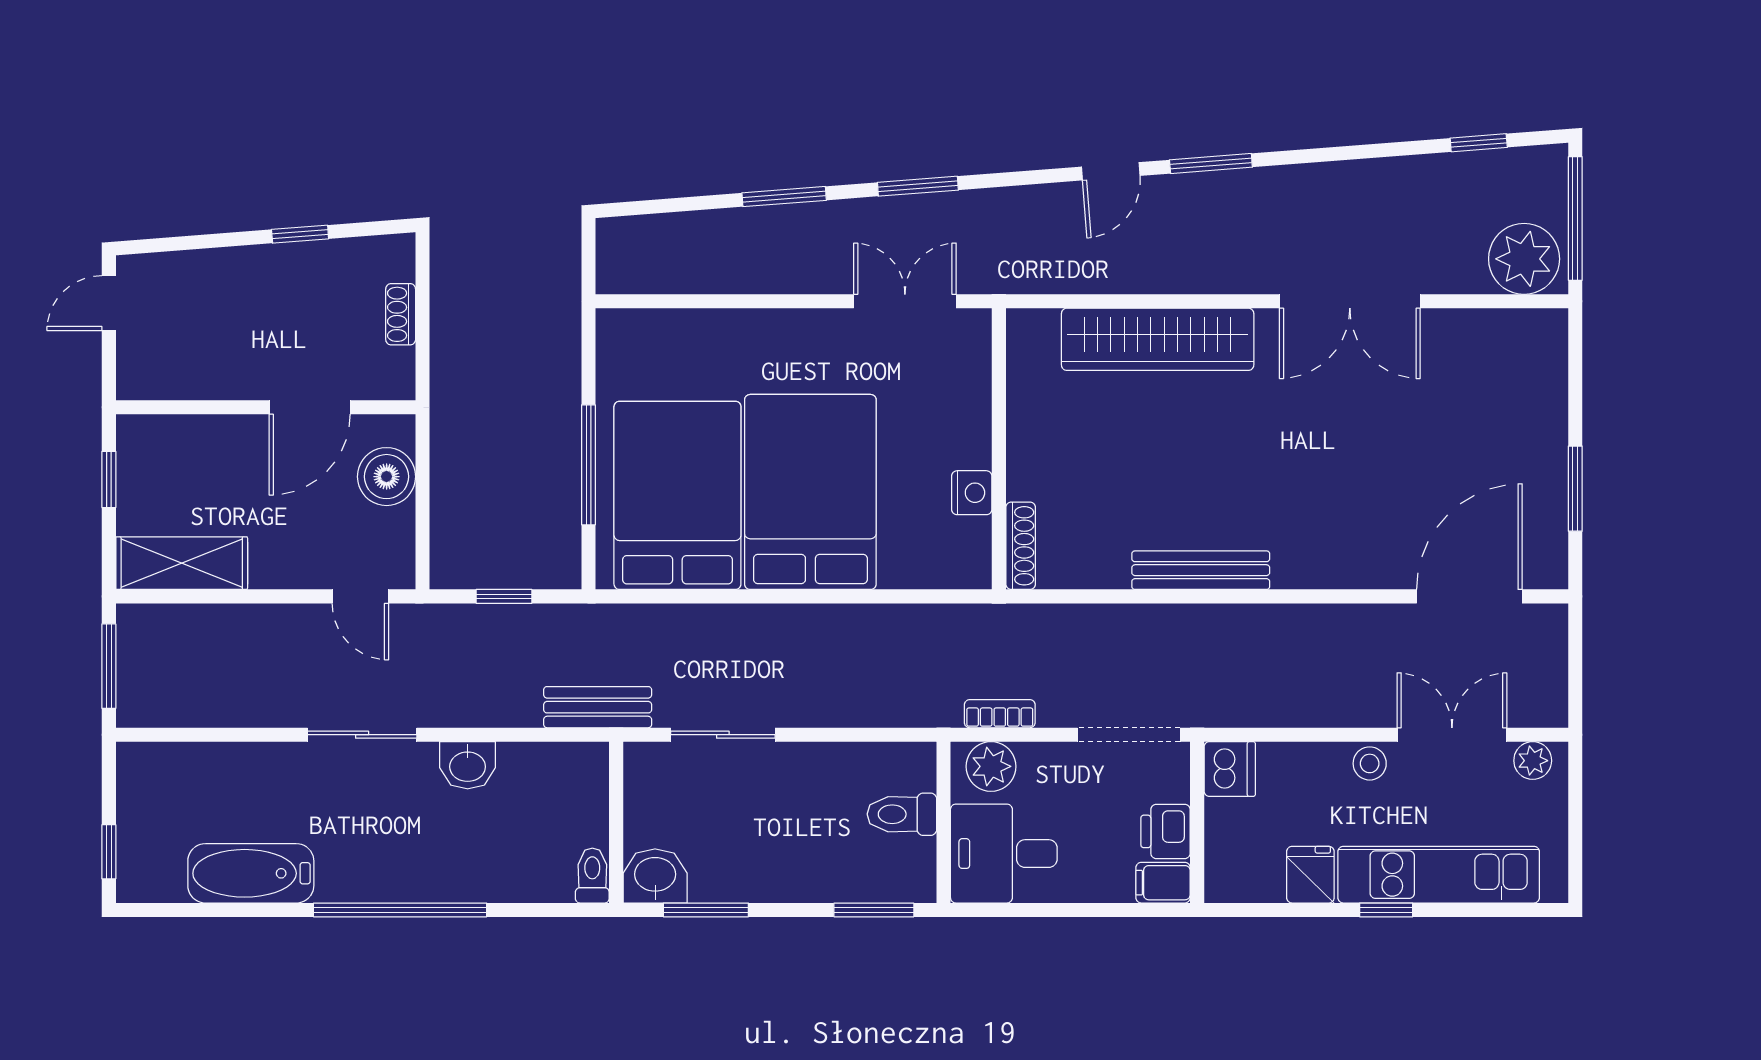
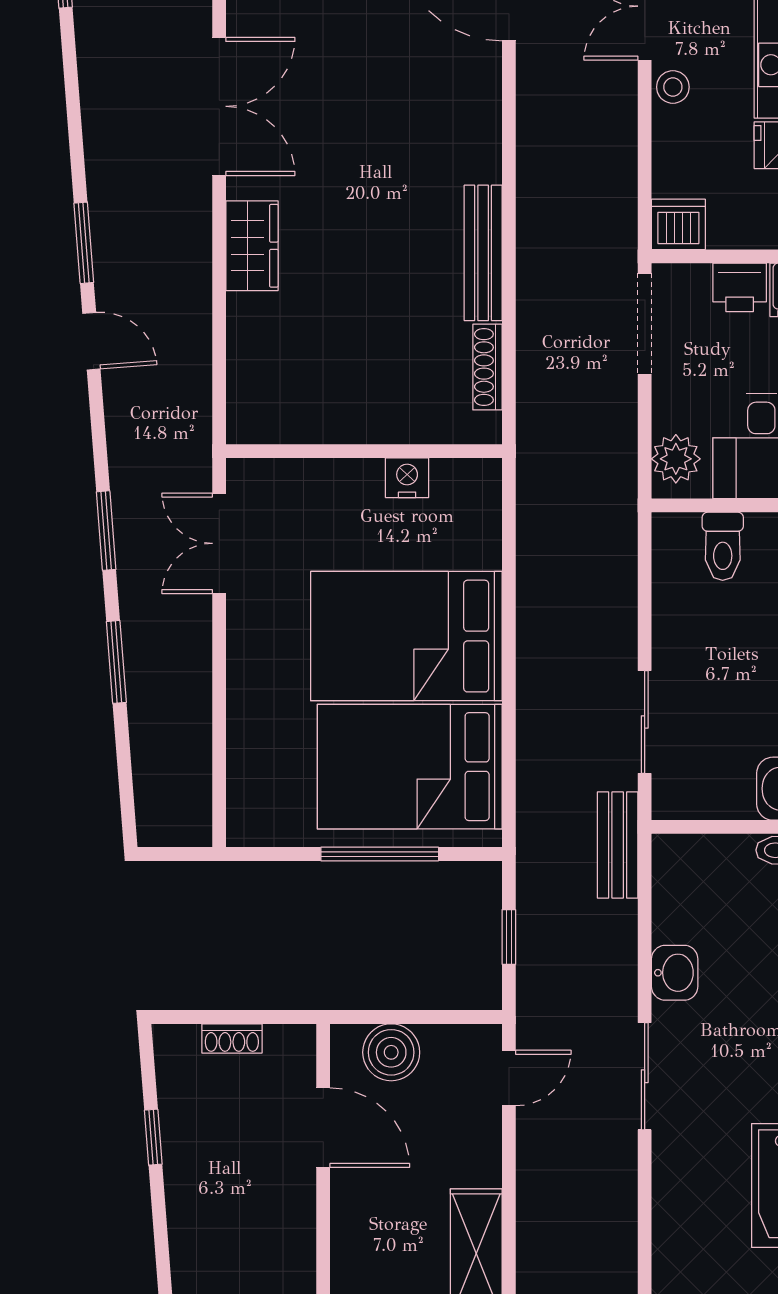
wardrobe: (1158, 339) -> (252, 246), width x0.48, depth x0.85
shoe rack: (1021, 546) -> (487, 367), moved, turned -90
bookcase: (1000, 714) -> (624, 450), removed

